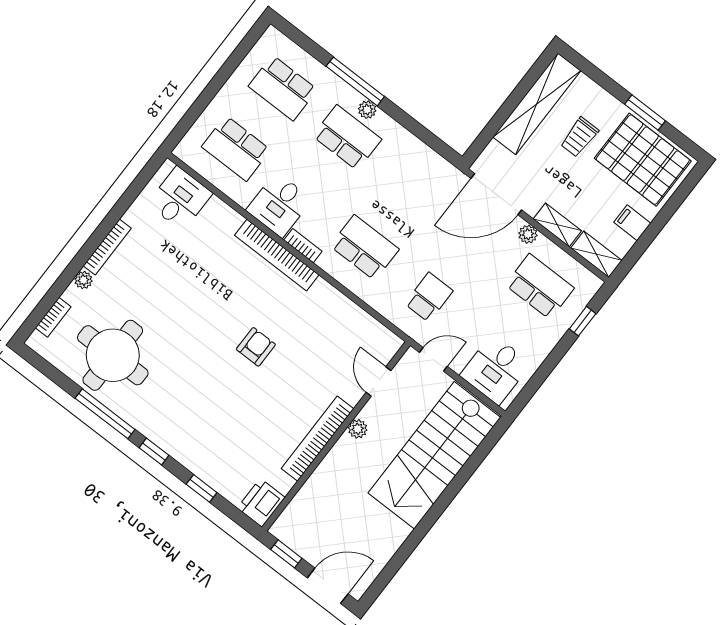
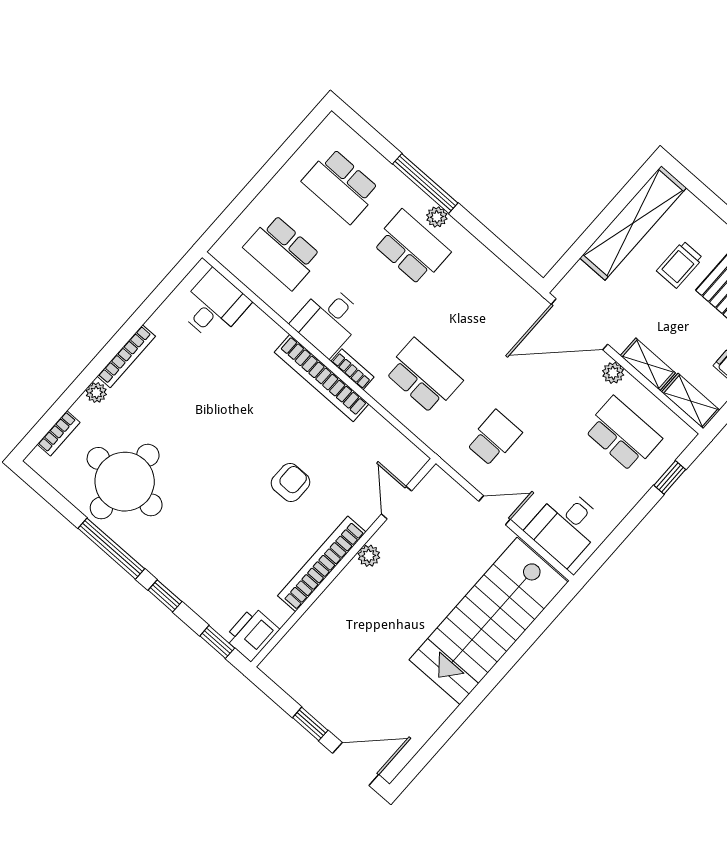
door: (379, 381) -> (396, 503), moved
plant: (358, 429) -> (369, 556), moved
wall: (336, 436) -> (343, 563), moved
bookcase: (318, 439) -> (322, 564), moved
printer: (261, 503) -> (252, 634), moved

